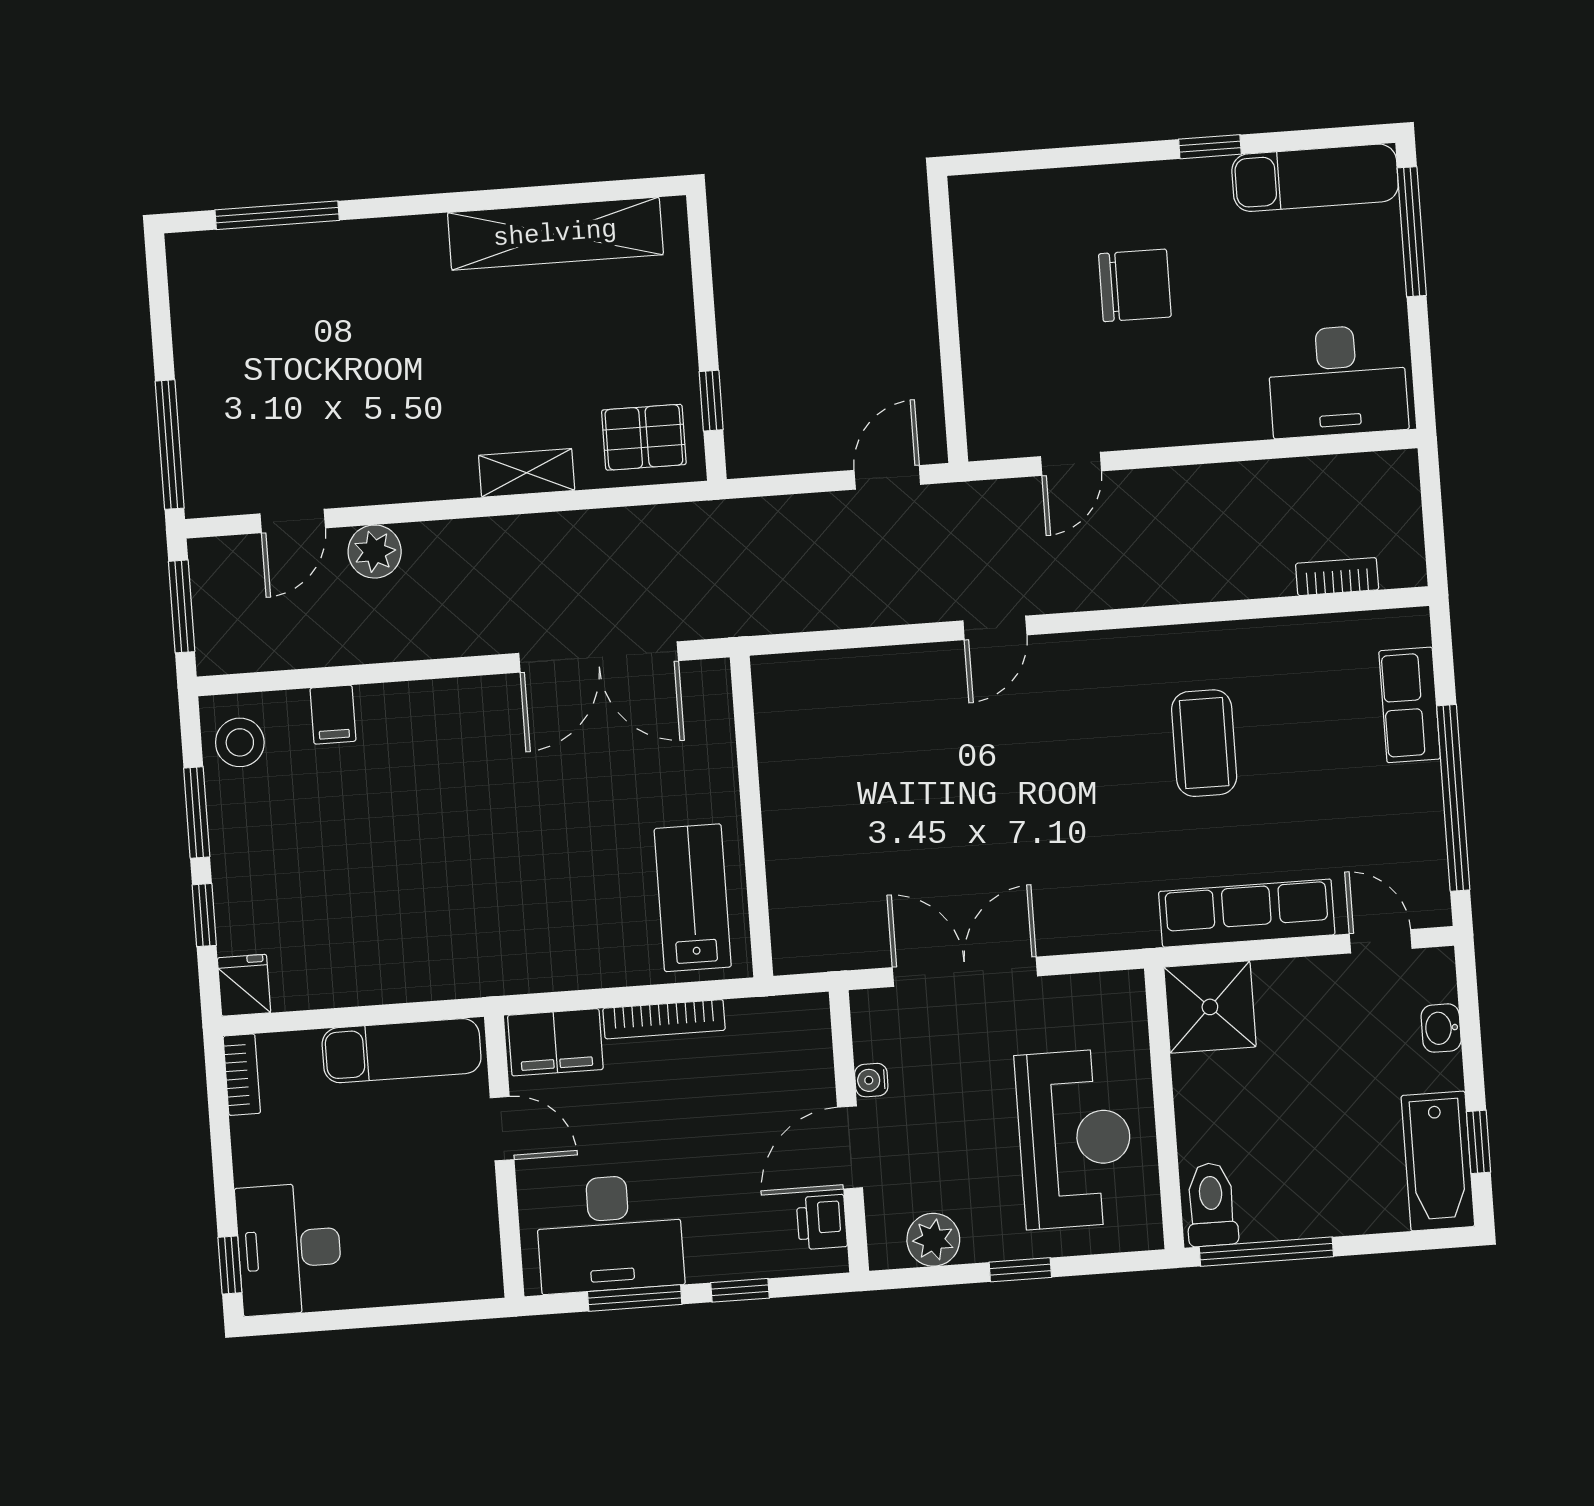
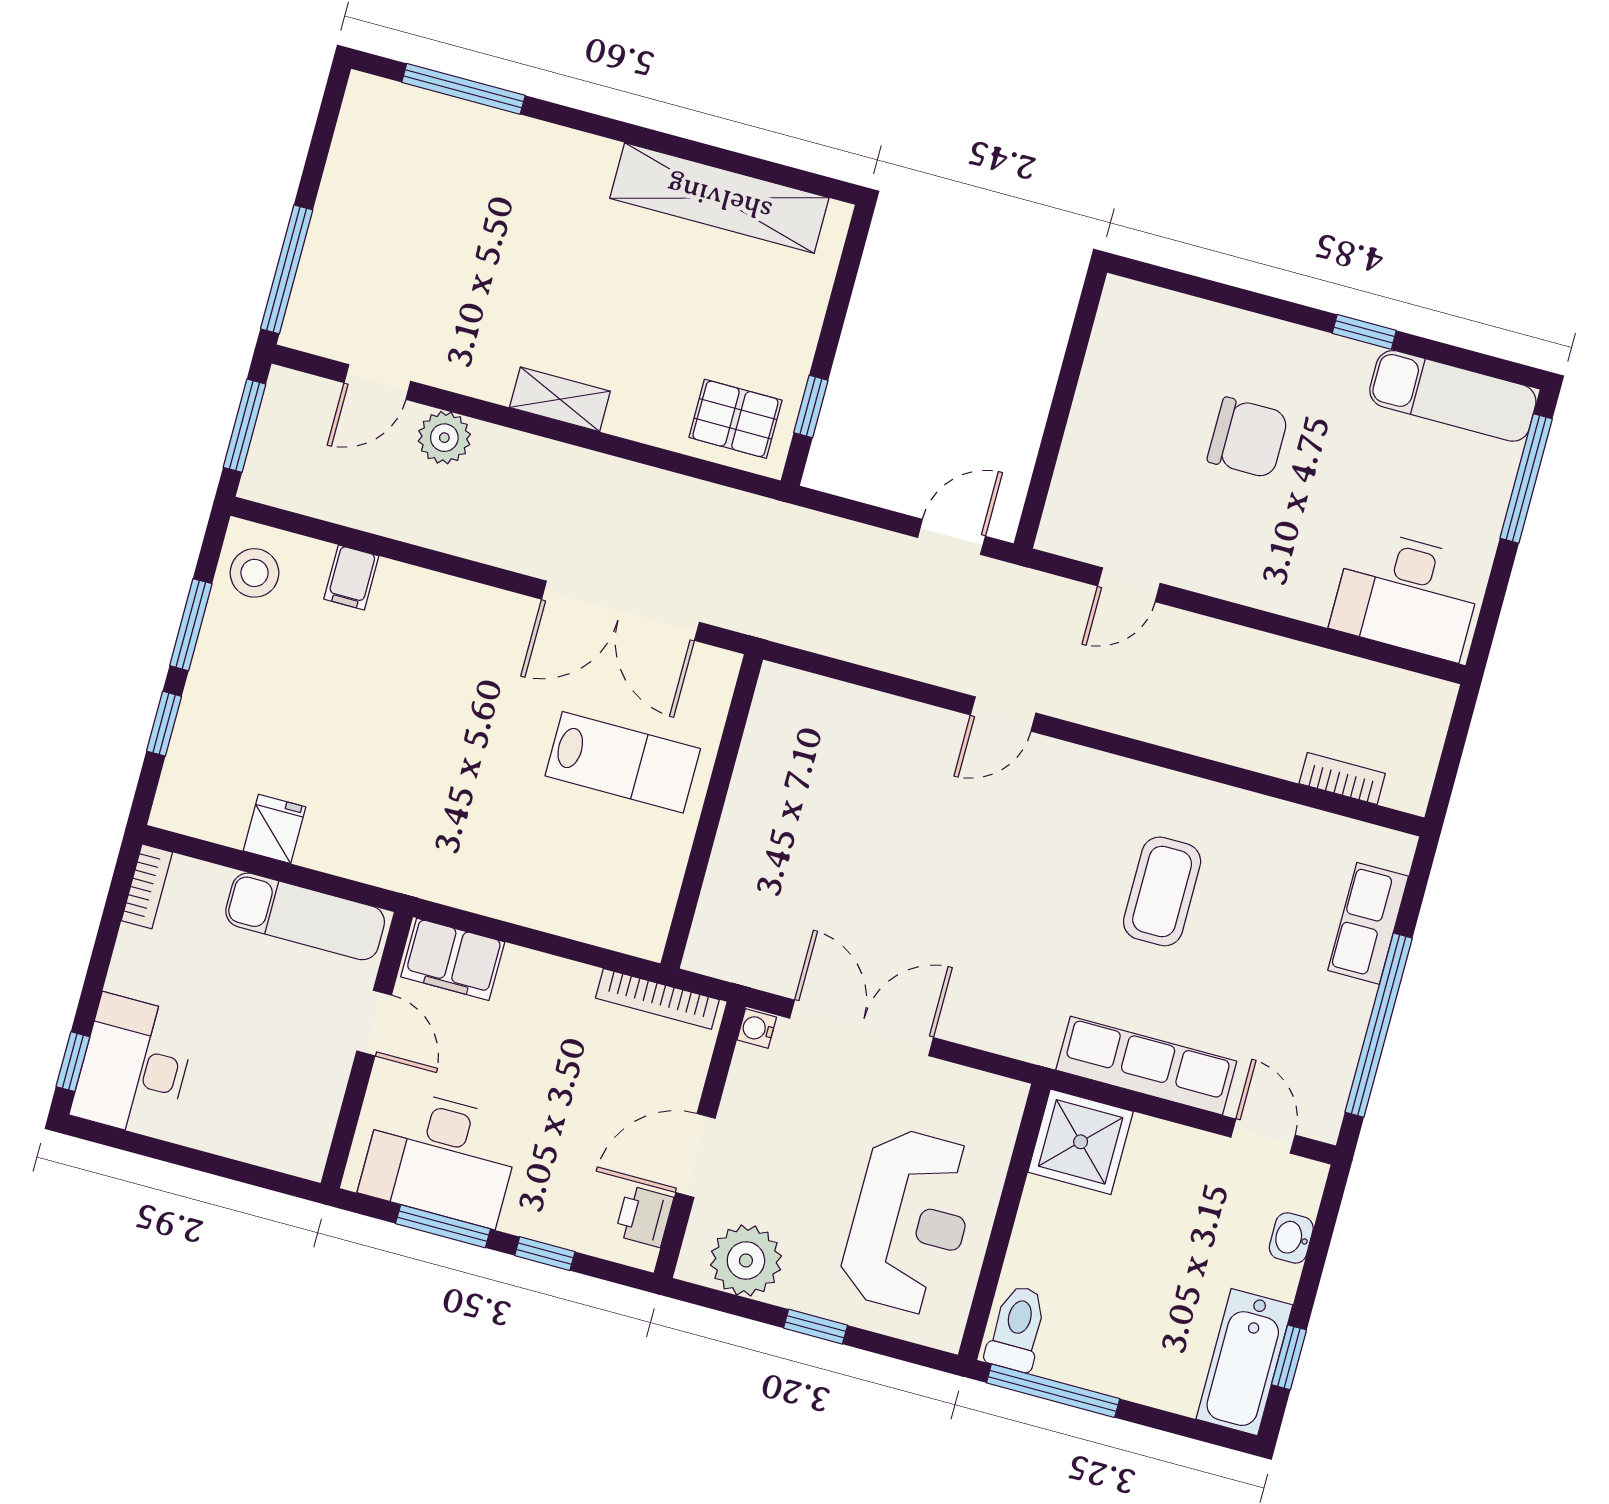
shelving: (527, 473) -> (560, 399), moved
lab bench: (693, 898) -> (623, 762), moved, turned 90
fridge: (244, 985) -> (274, 829), moved
bookcase: (664, 1019) -> (657, 999), moved
water cooler: (871, 1080) -> (757, 1029), moved
plant: (933, 1240) -> (746, 1260), width x1.36, depth x1.36

